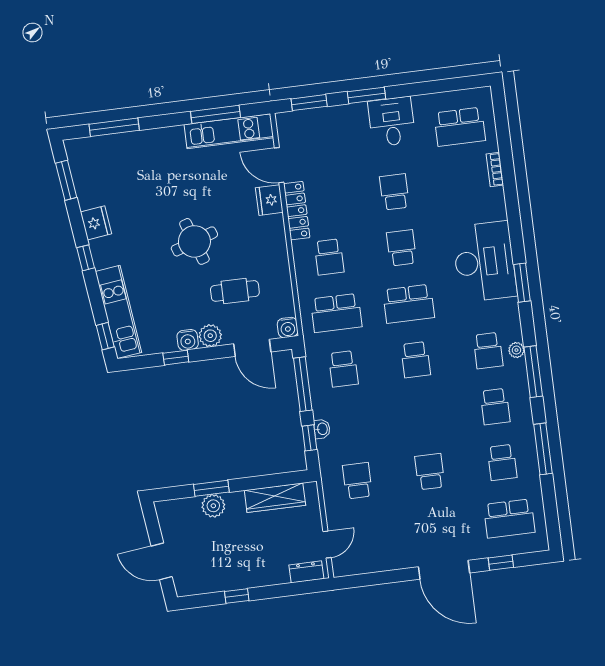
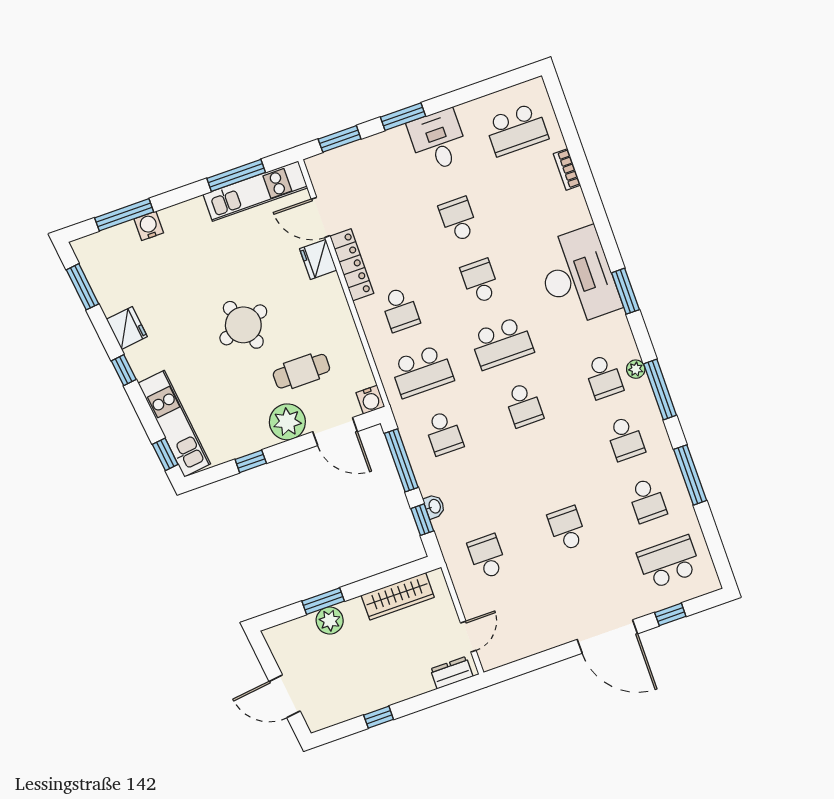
plant: (210, 336) -> (287, 422), width x1.36, depth x1.36
water cooler: (188, 340) -> (149, 226), moved, turned 180
school desk: (509, 518) -> (669, 562), turned 180

